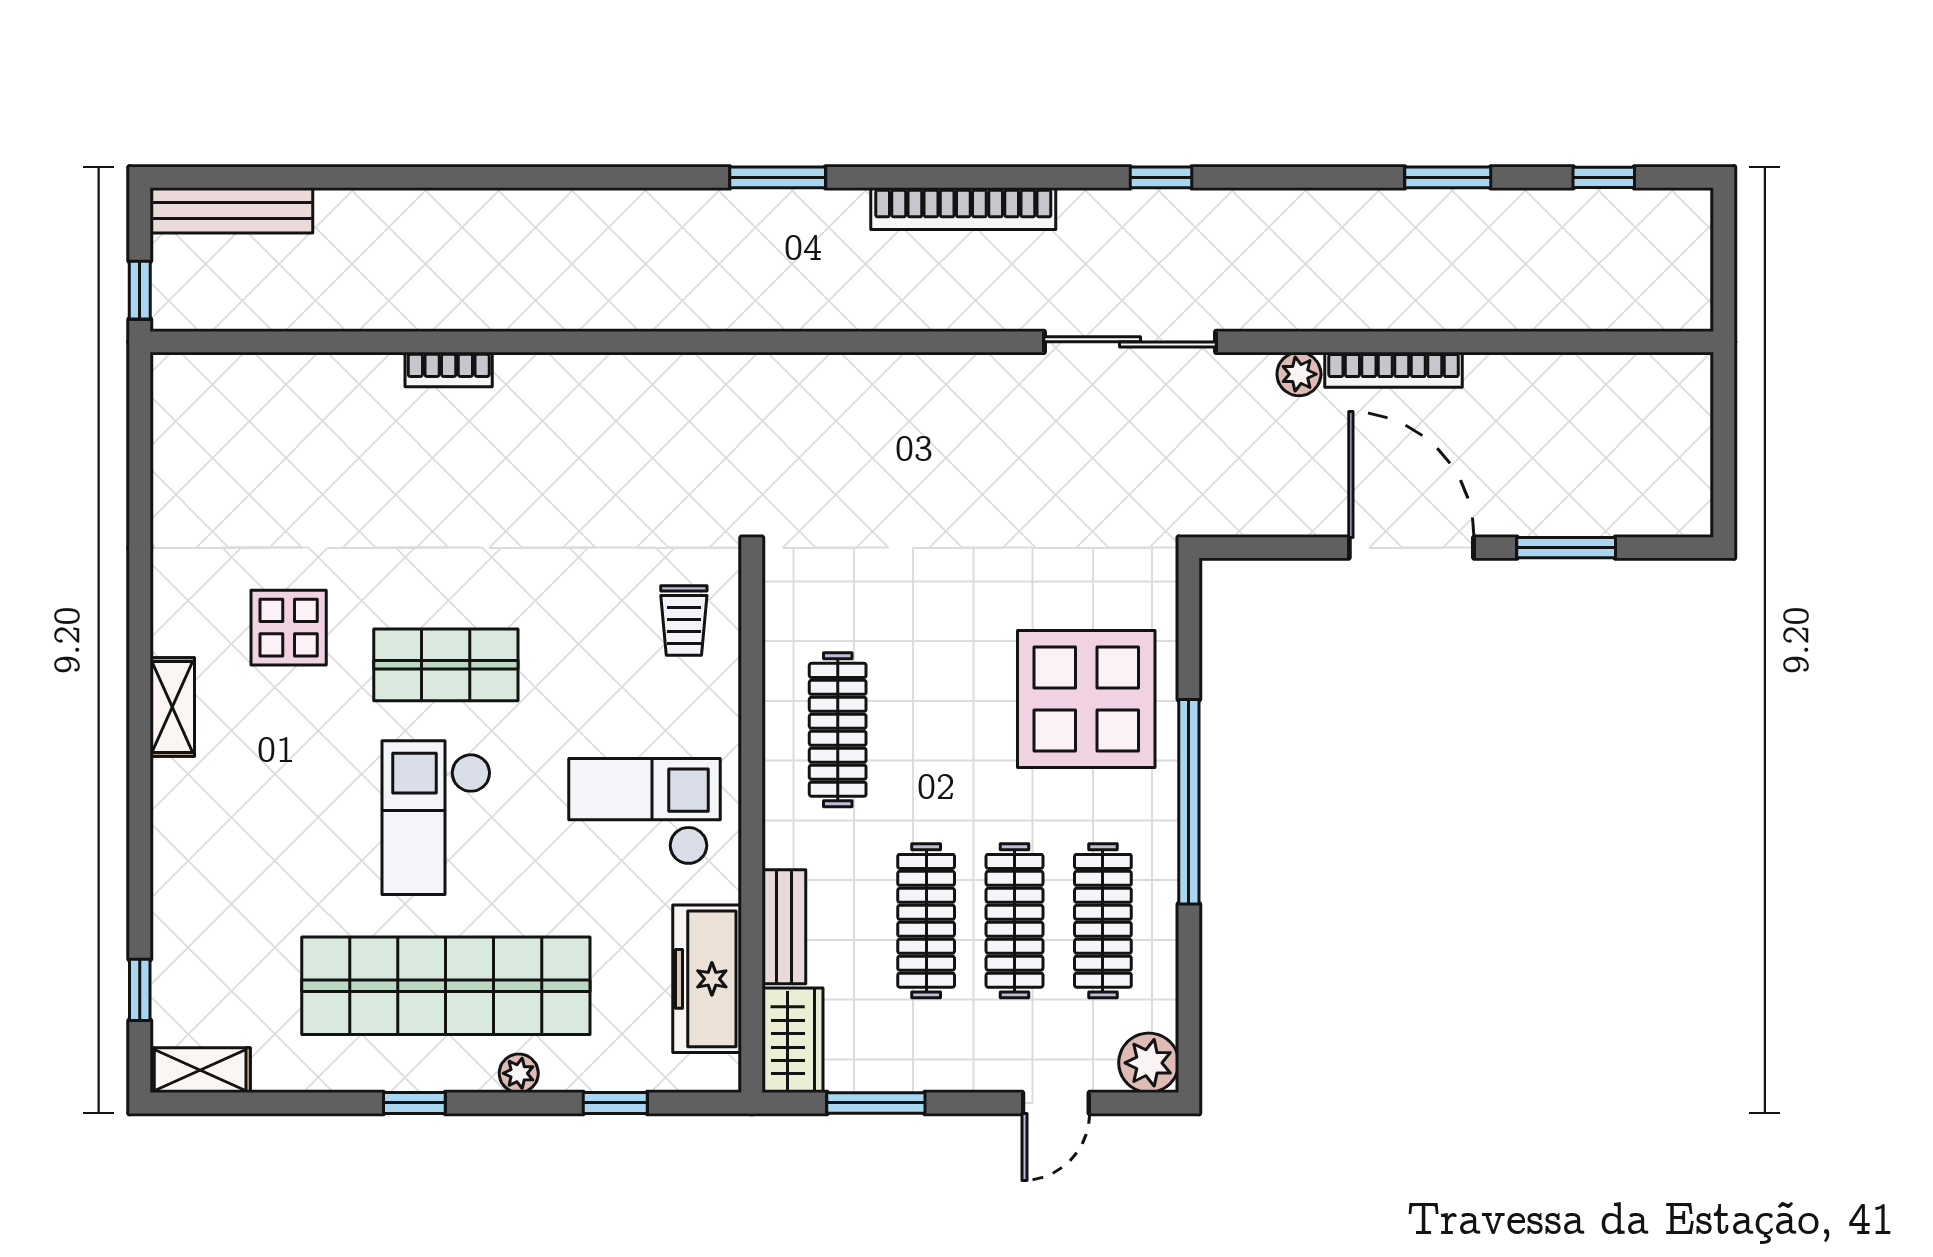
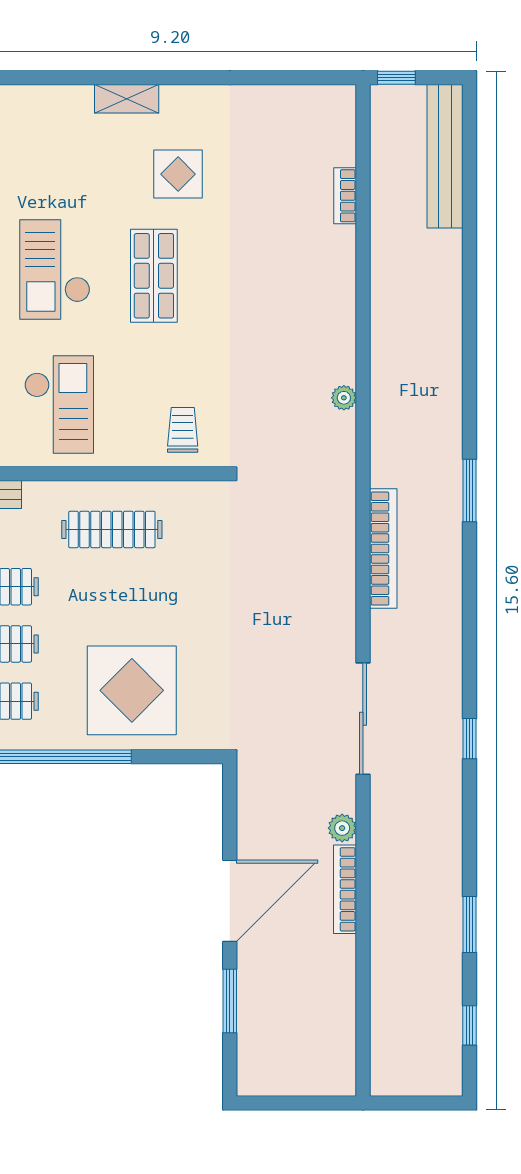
bookcase: (963, 209) -> (383, 549), moved, turned 180
bench: (231, 210) -> (445, 156), width x1.37, depth x1.21
bookcase: (449, 370) -> (345, 196), moved
plant: (634, 371) -> (344, 398), added
trolley: (684, 620) -> (183, 430), turned 90
checkout: (436, 818) -> (55, 270), turned -90

